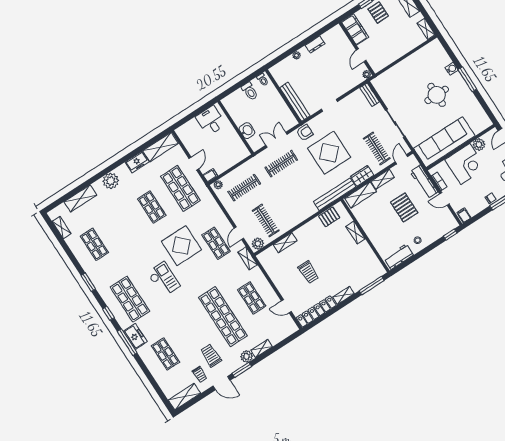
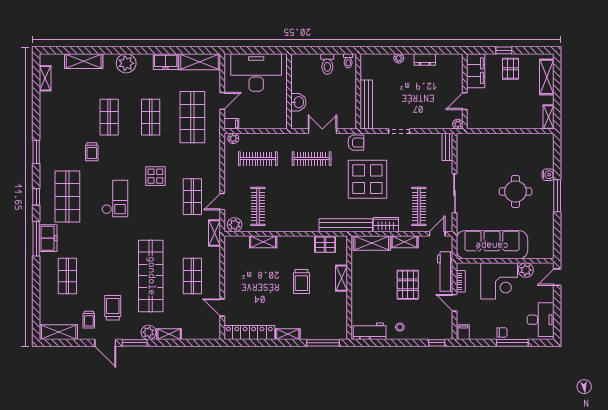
desk: (211, 121) -> (256, 72), width x1.87, depth x1.30
shop shelf: (94, 244) -> (109, 117), moved
display table: (181, 246) -> (155, 176), width x0.54, depth x0.54
trolley: (127, 257) -> (92, 152), added
trolley: (308, 272) -> (301, 281), moved

